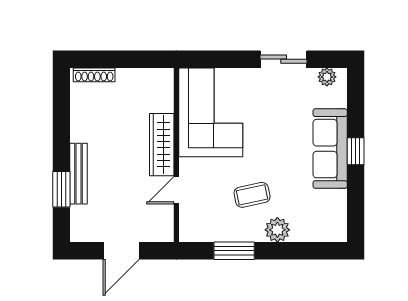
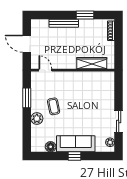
corner sofa: (211, 112) -> (93, 87), removed
wardrobe: (162, 145) -> (92, 63), moved
window: (61, 189) -> (85, 15), moved
door: (176, 190) -> (45, 70), moved
floor lamp: (336, 201) -> (51, 147), added

